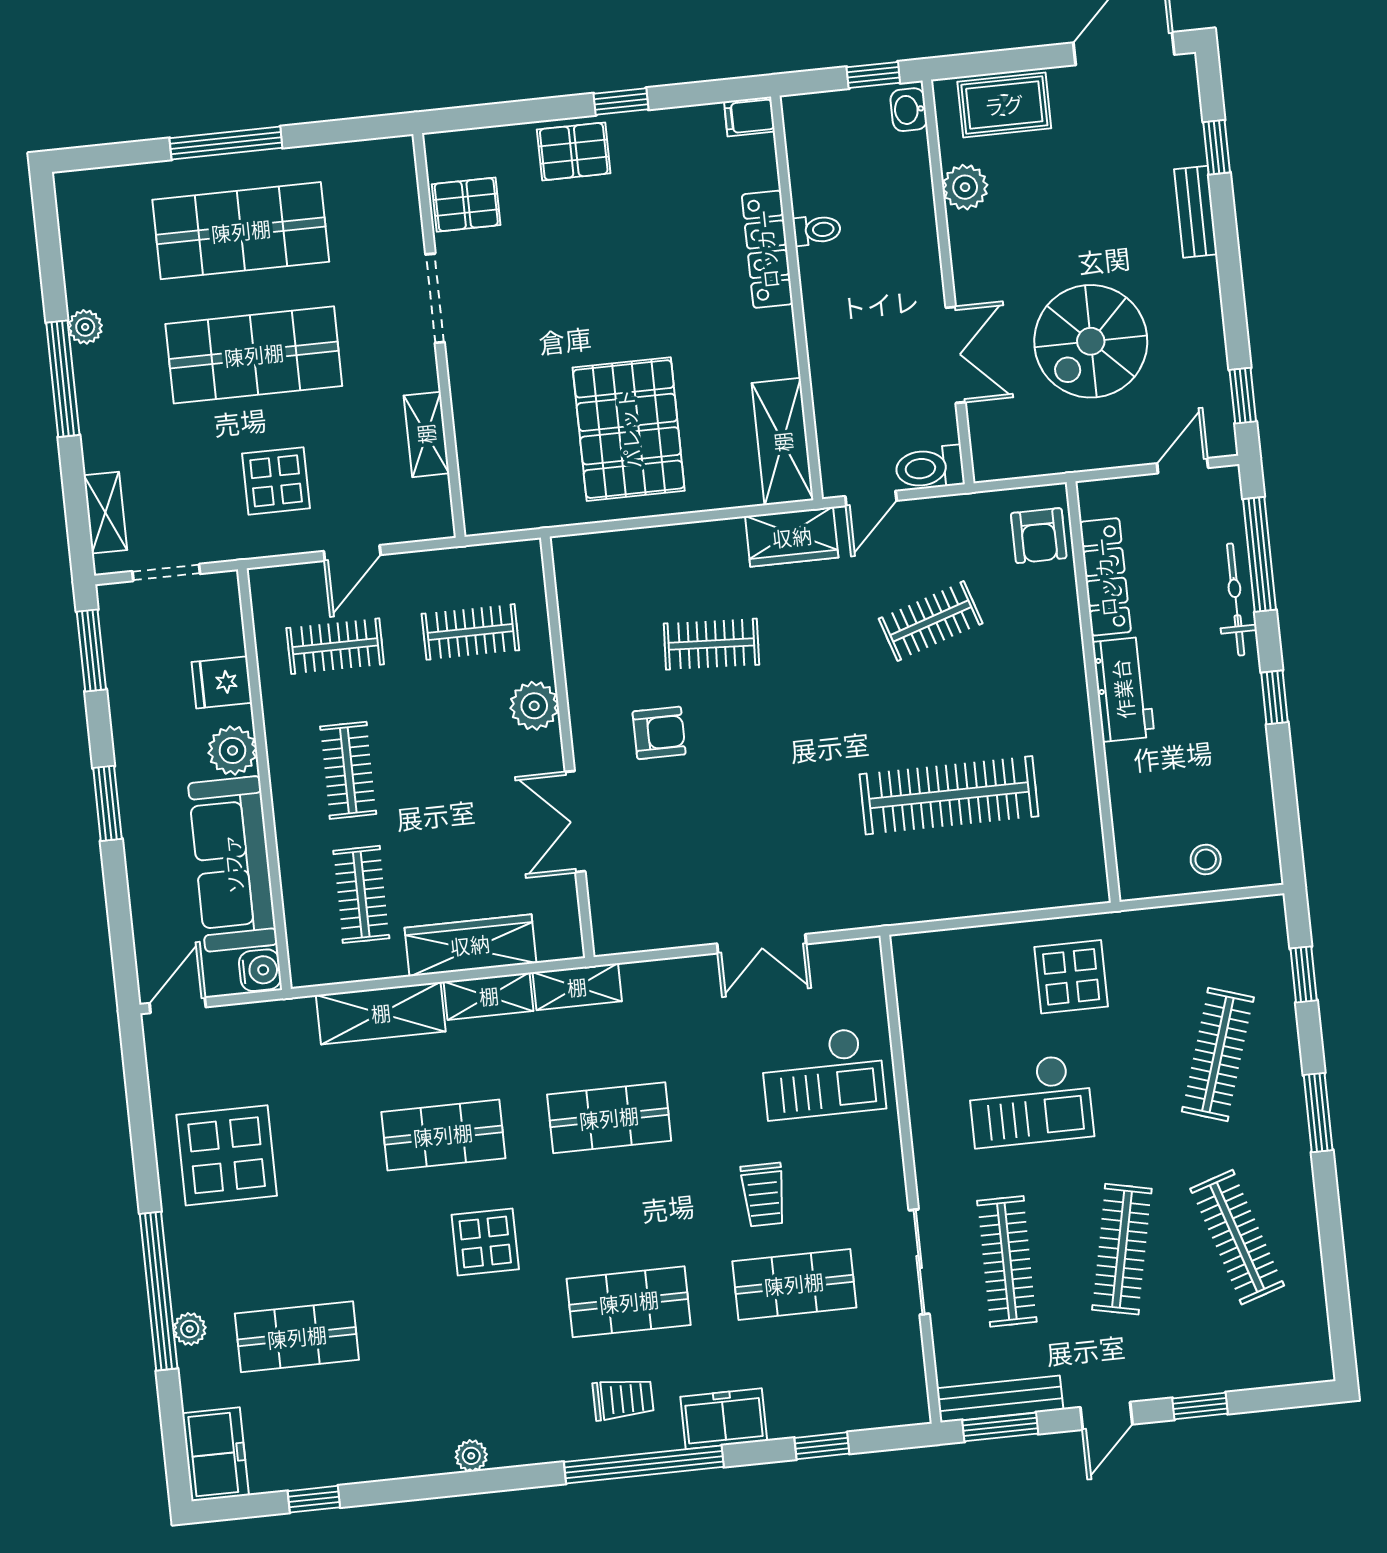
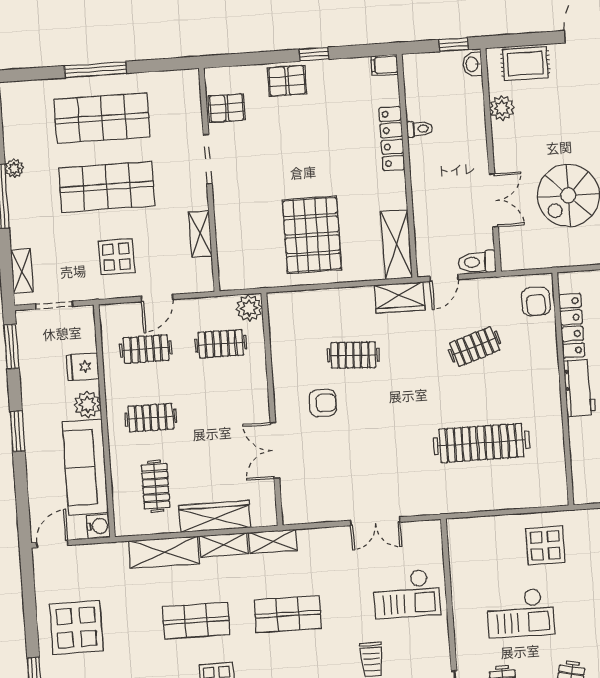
plant: (534, 706) -> (249, 308), moved
clothes rail: (348, 770) -> (151, 418), turned 90

